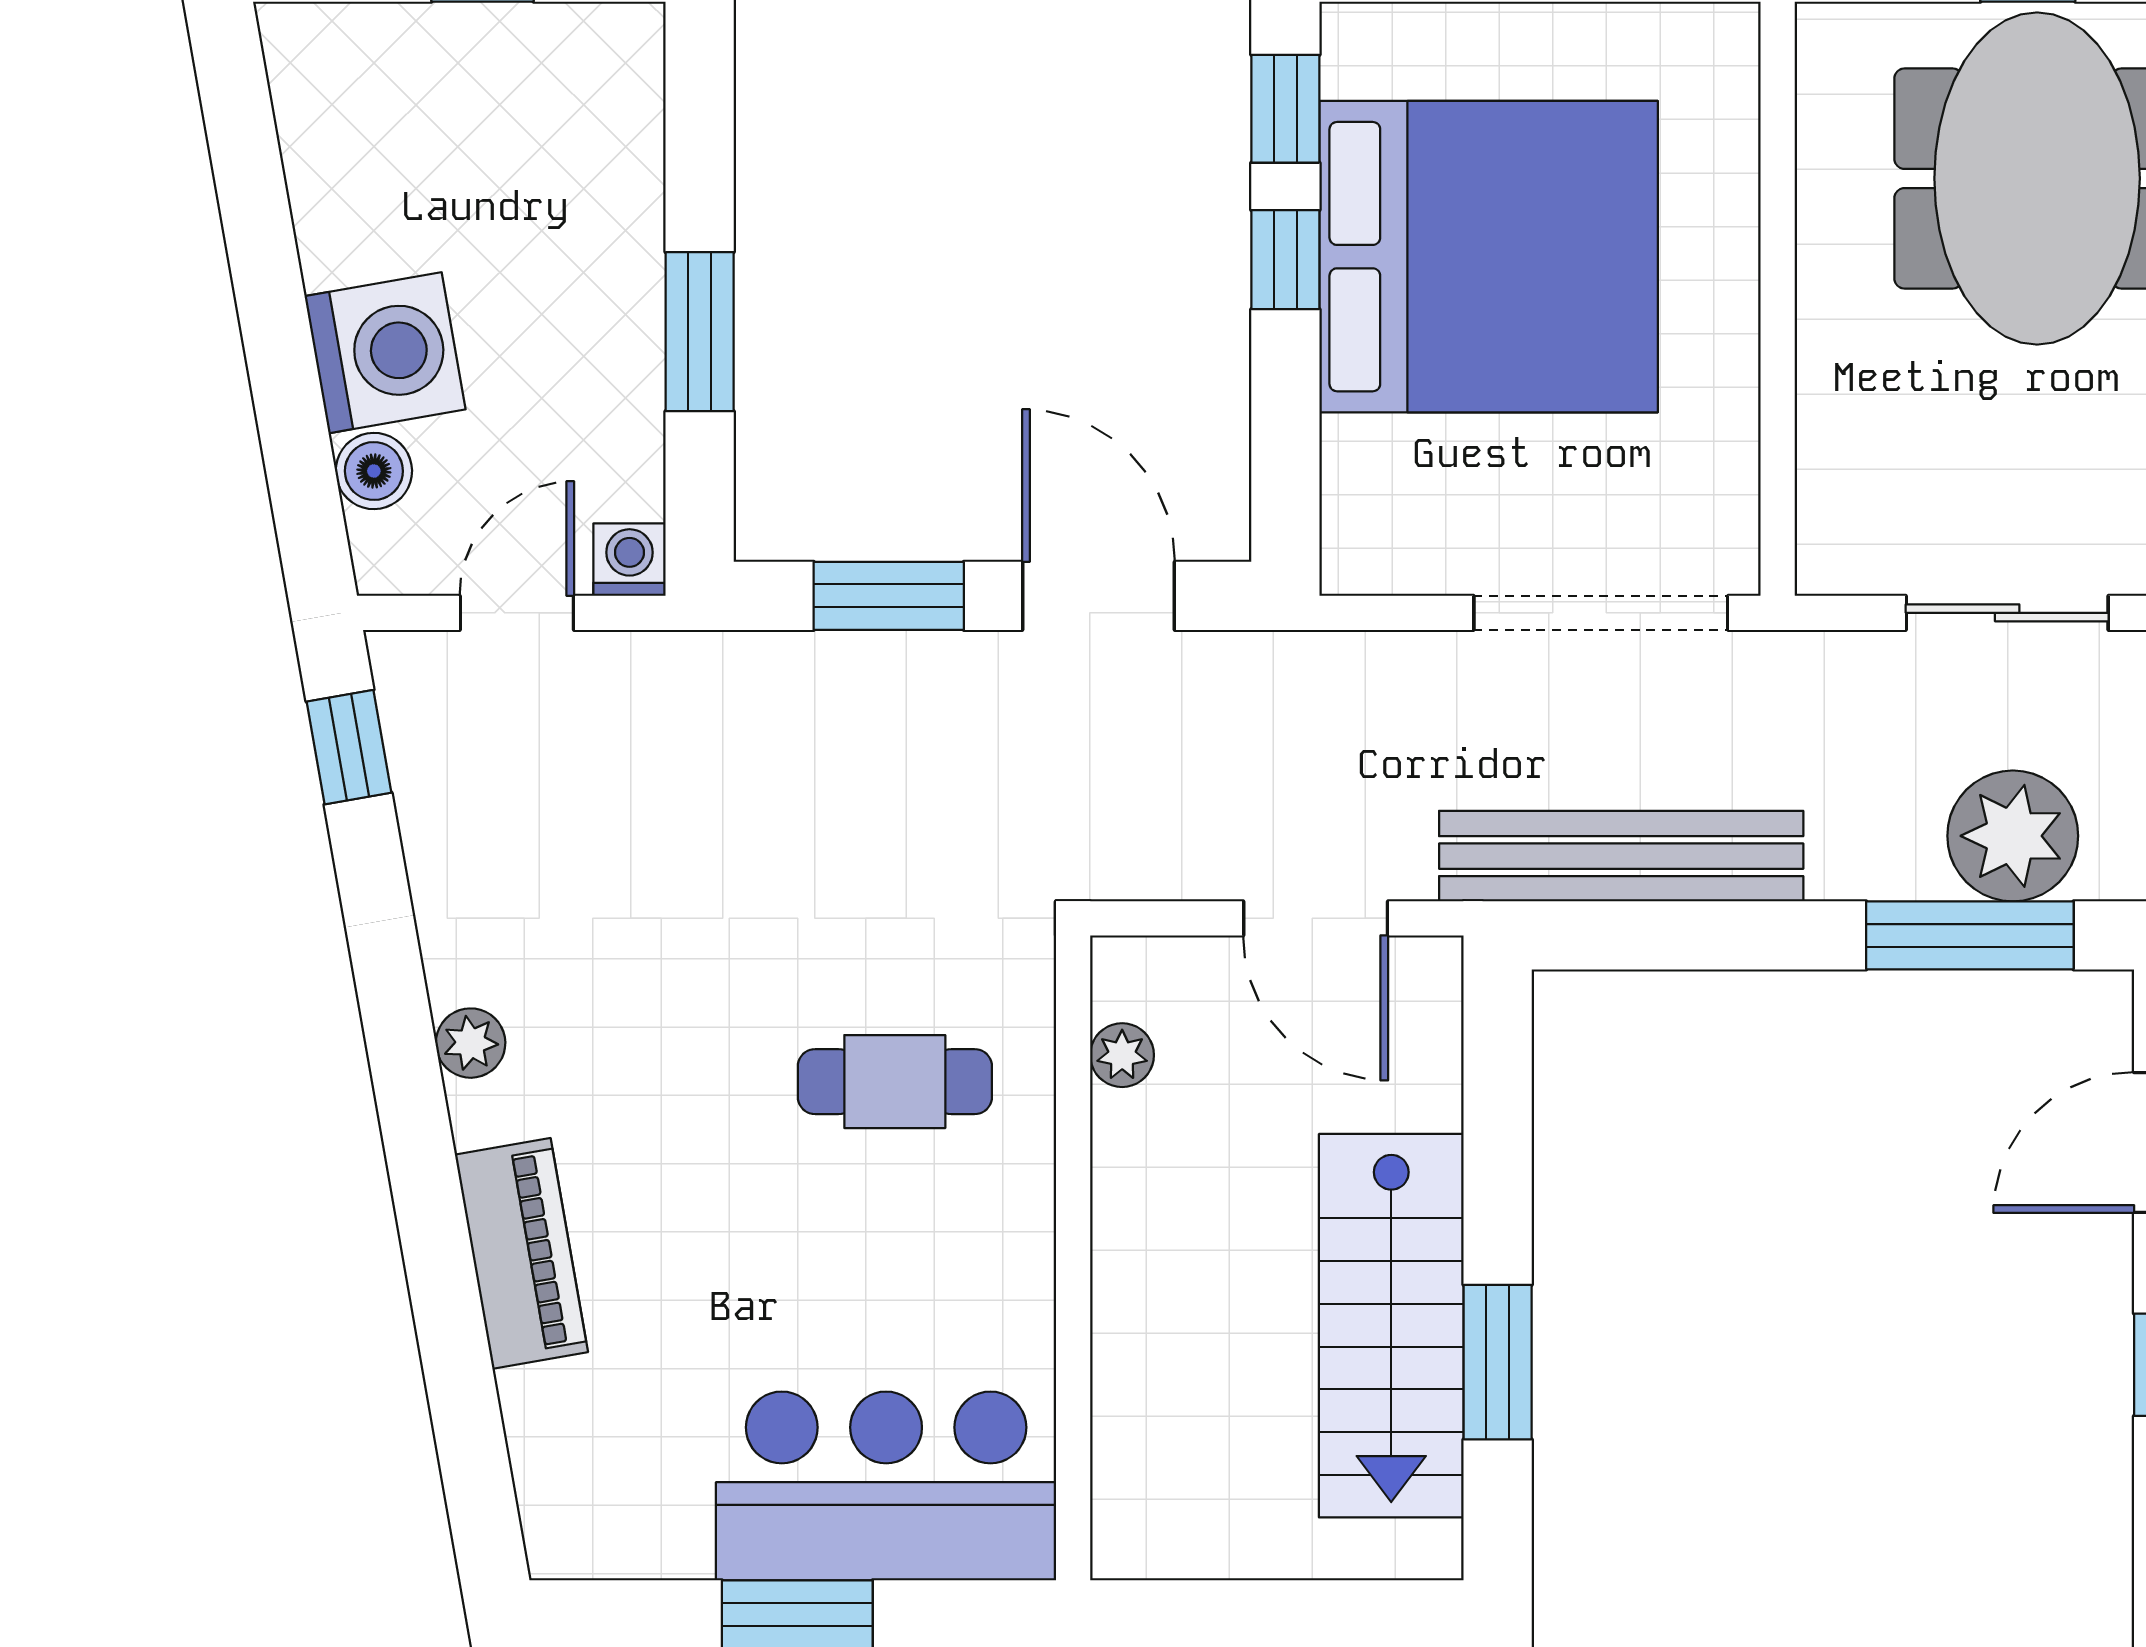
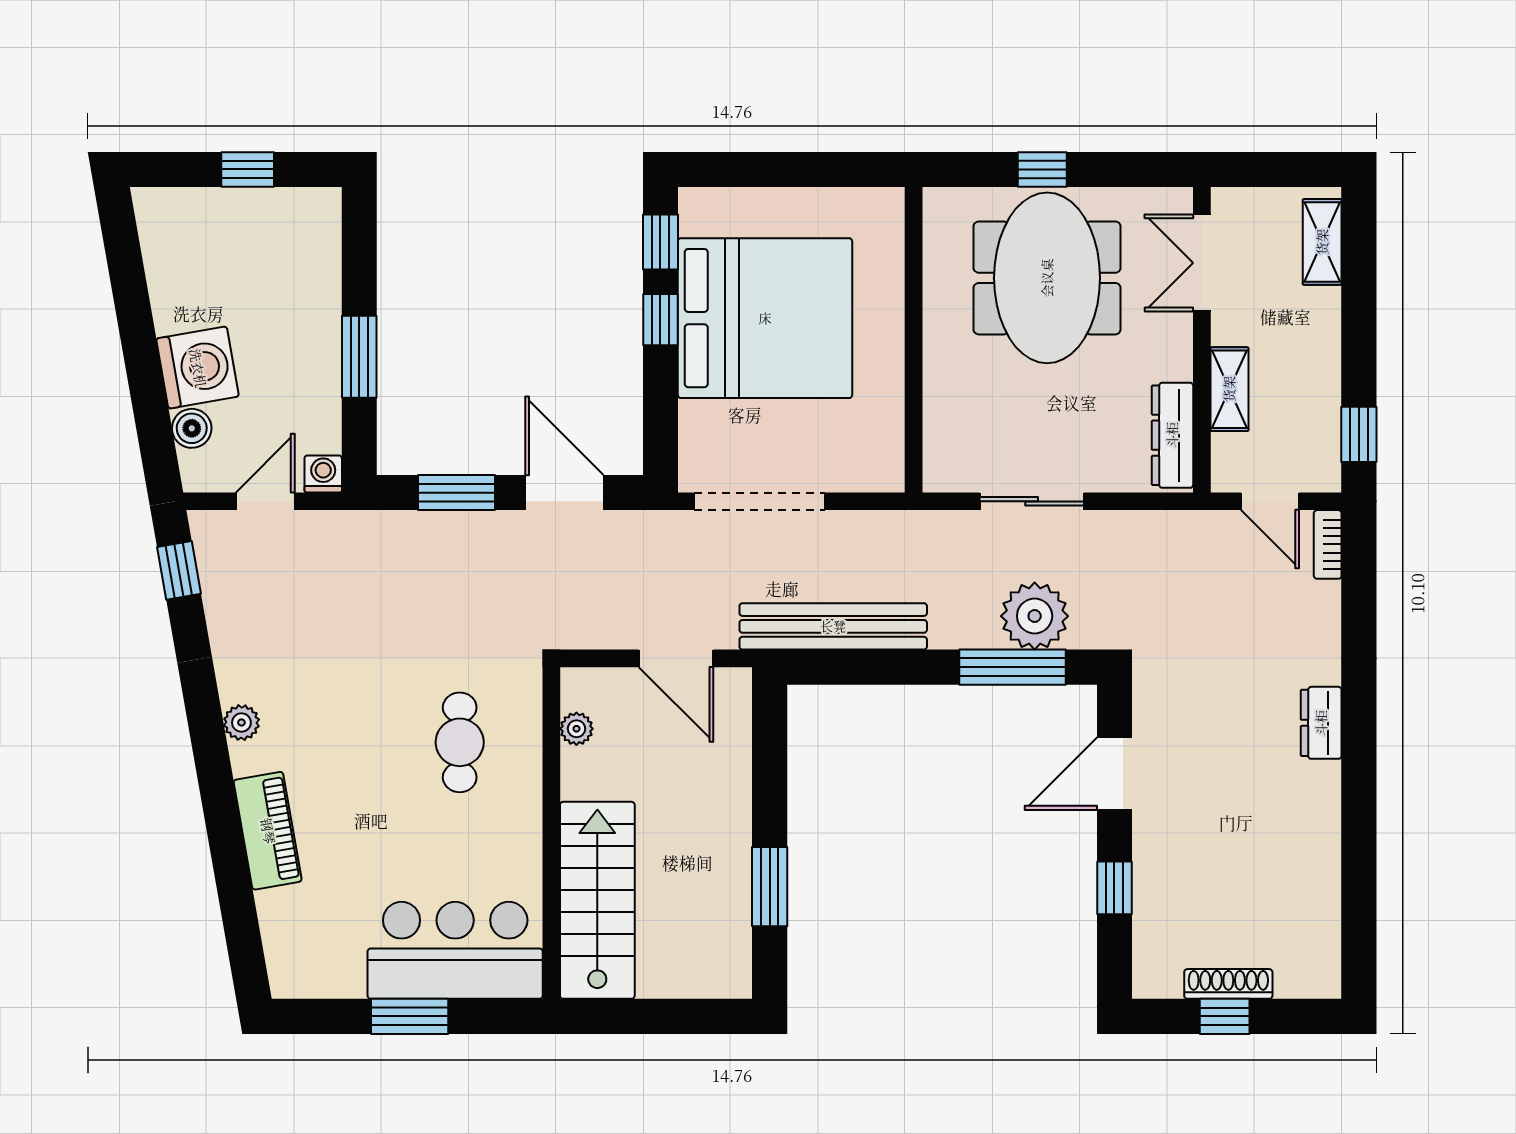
doorway: (1601, 613) -> (759, 501), moved
cafe table: (895, 1082) -> (460, 742), turned 90
stairs: (1391, 1326) -> (597, 900), moved, turned 180

